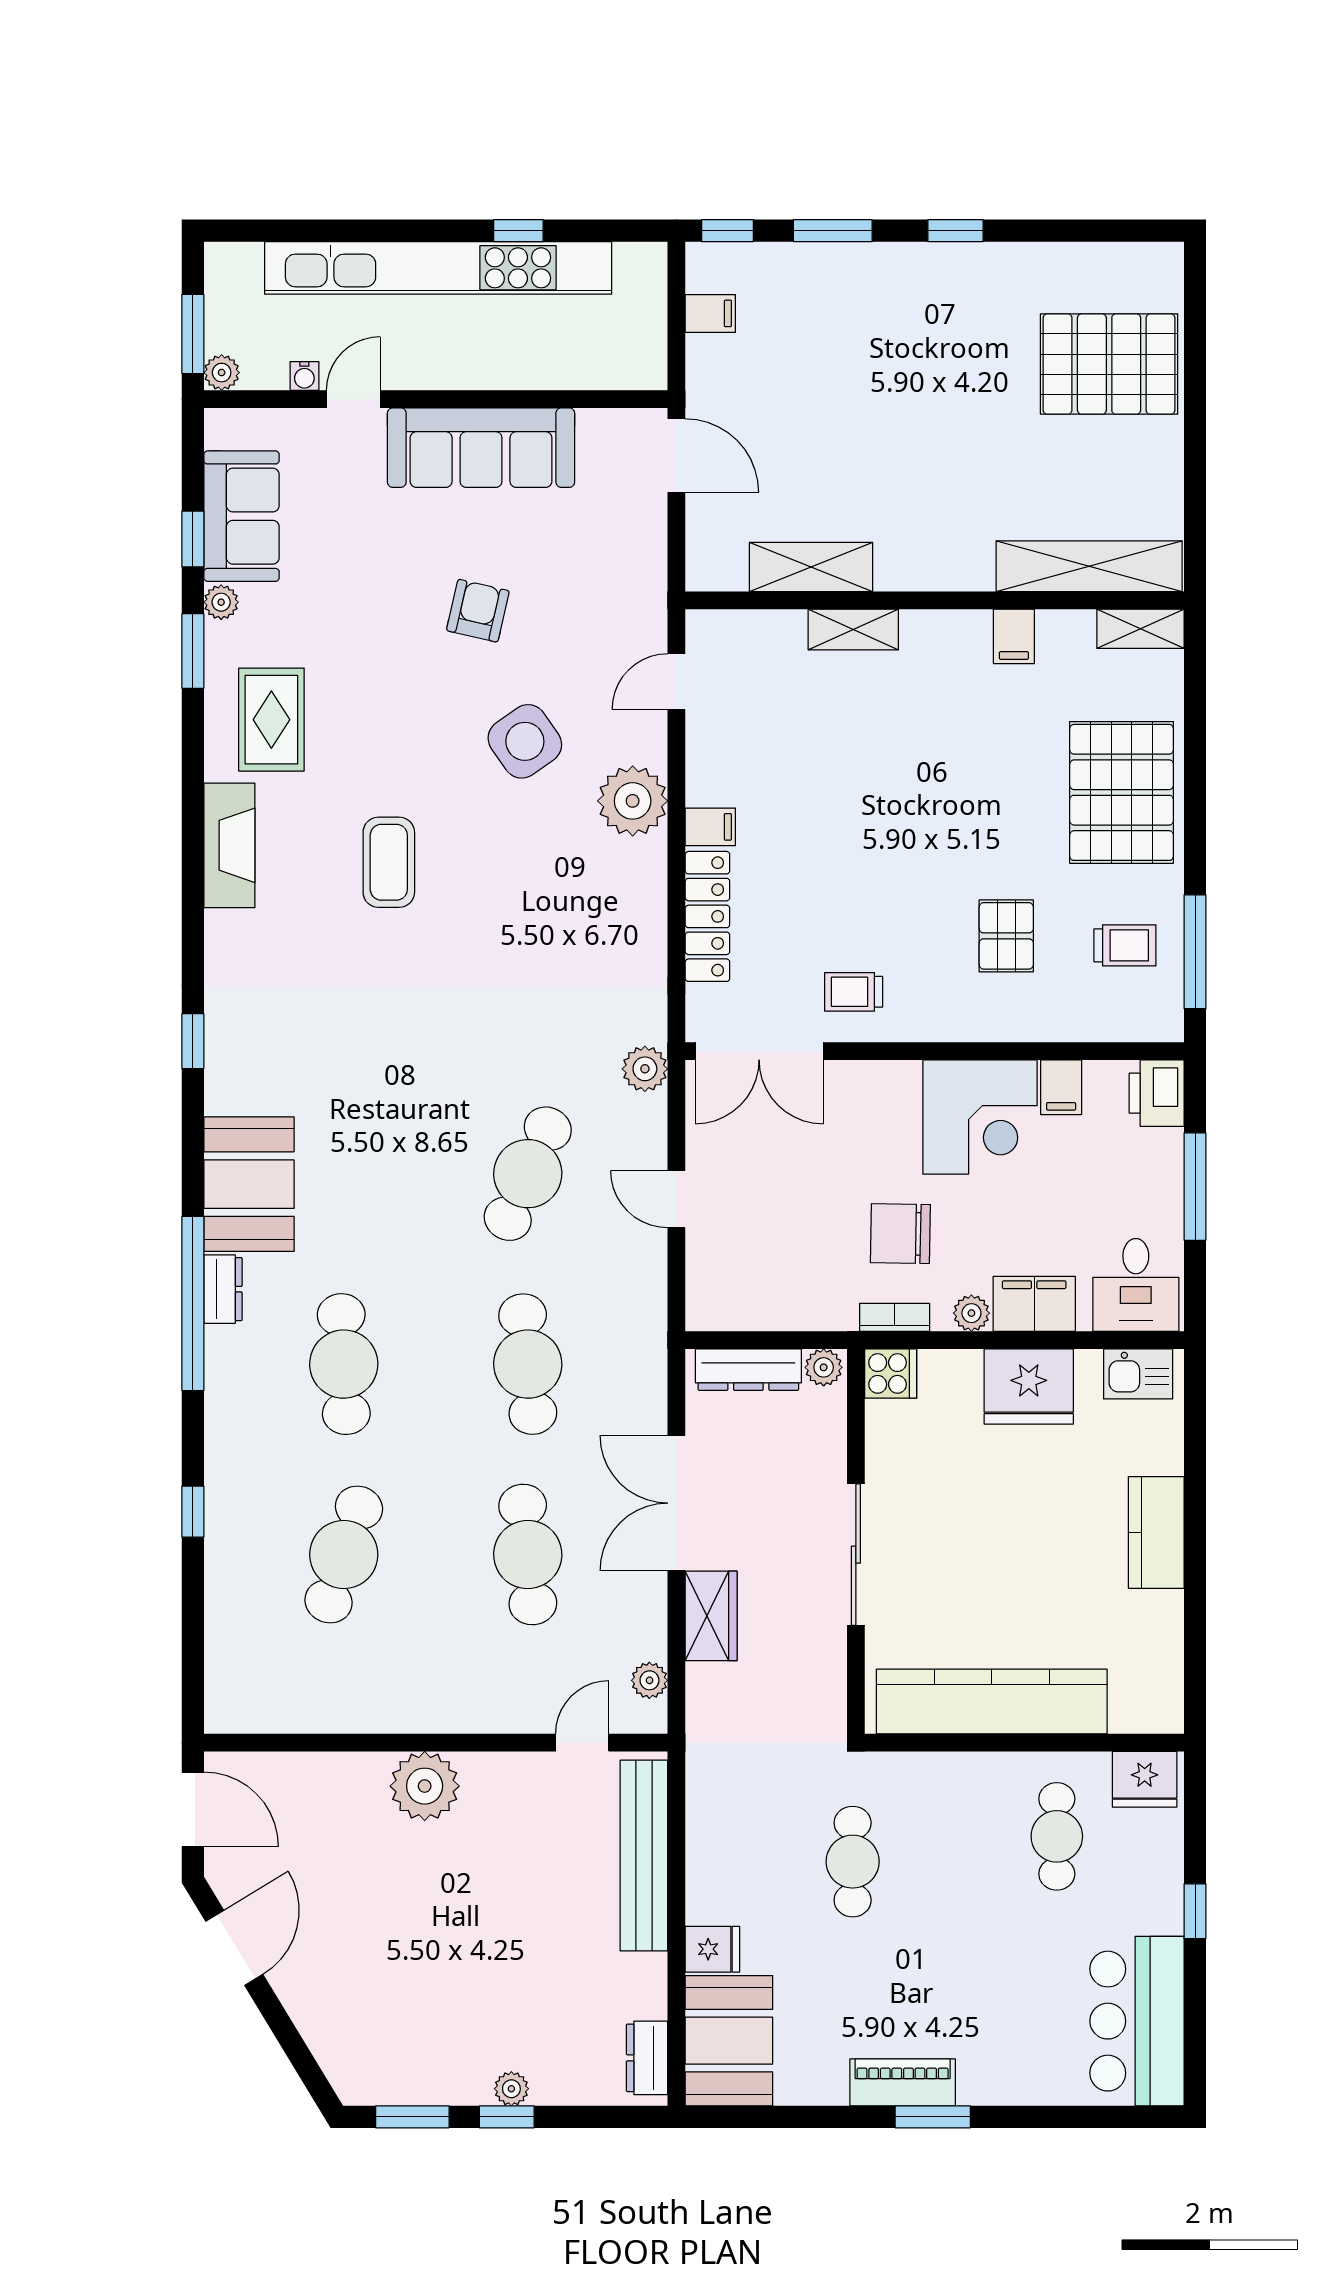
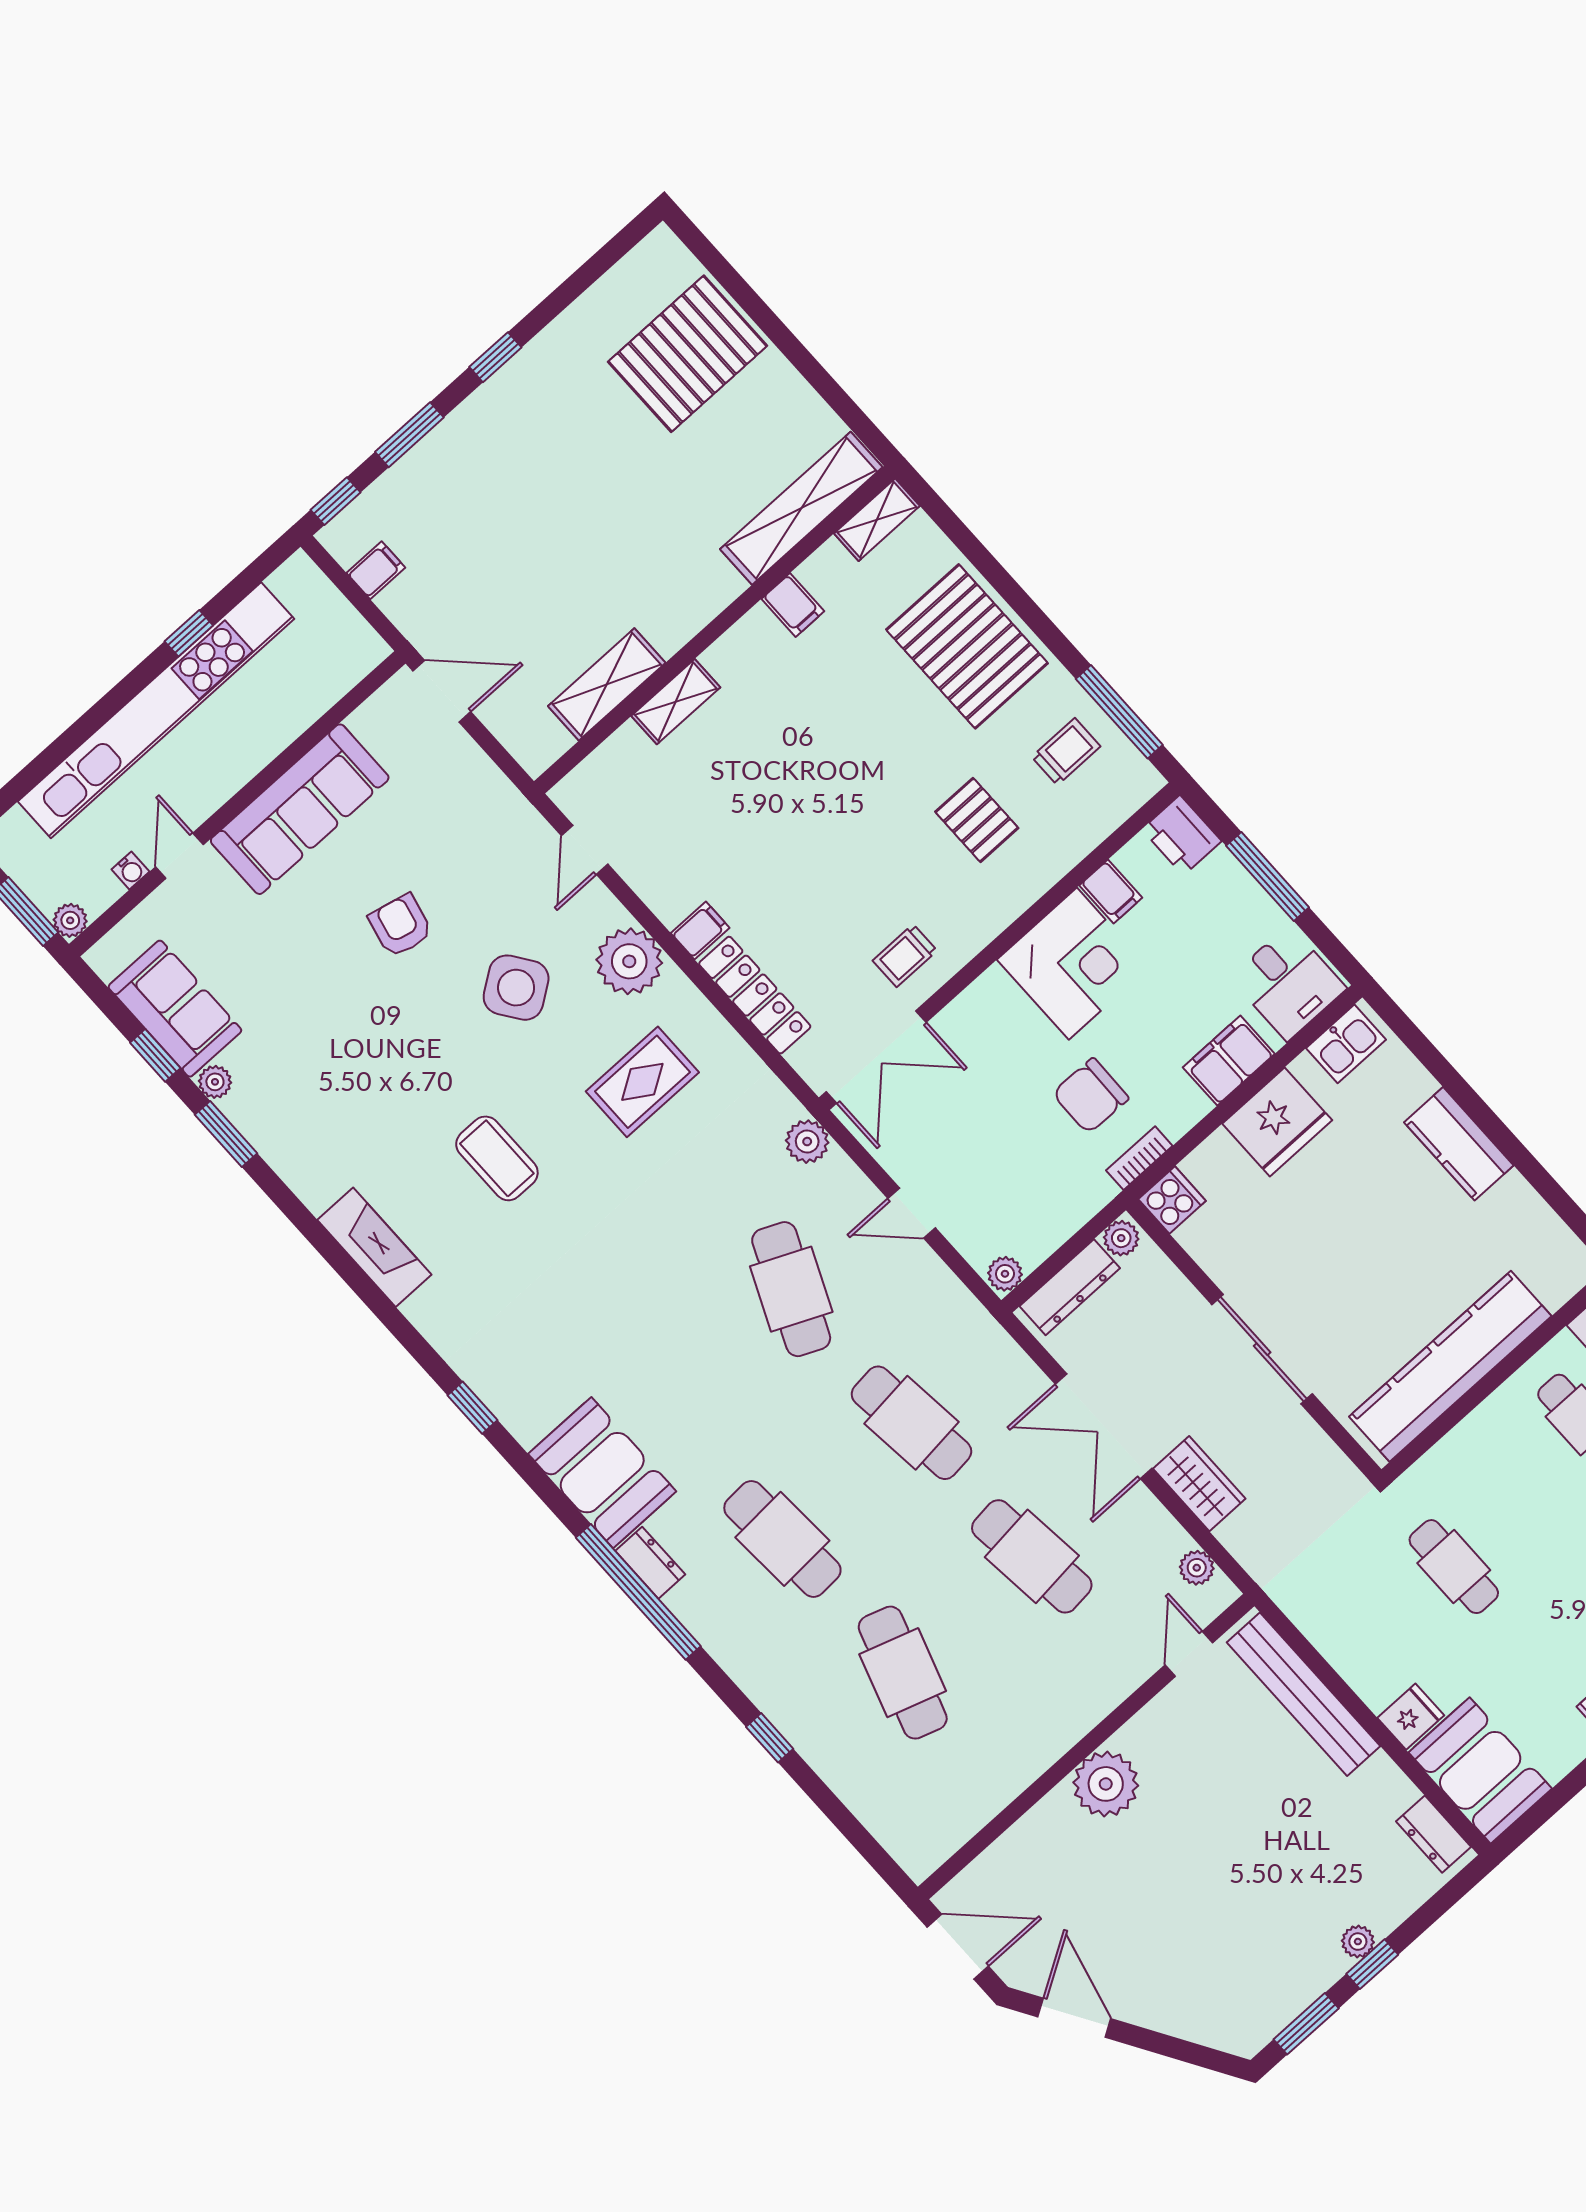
rug: (271, 720) -> (642, 1082), moved, turned 90
plant: (971, 1313) -> (1005, 1274), moved

